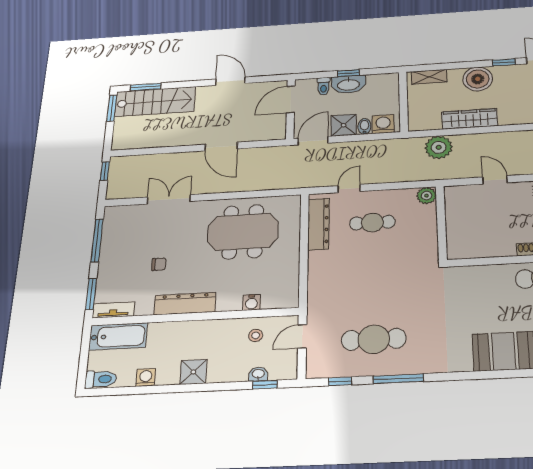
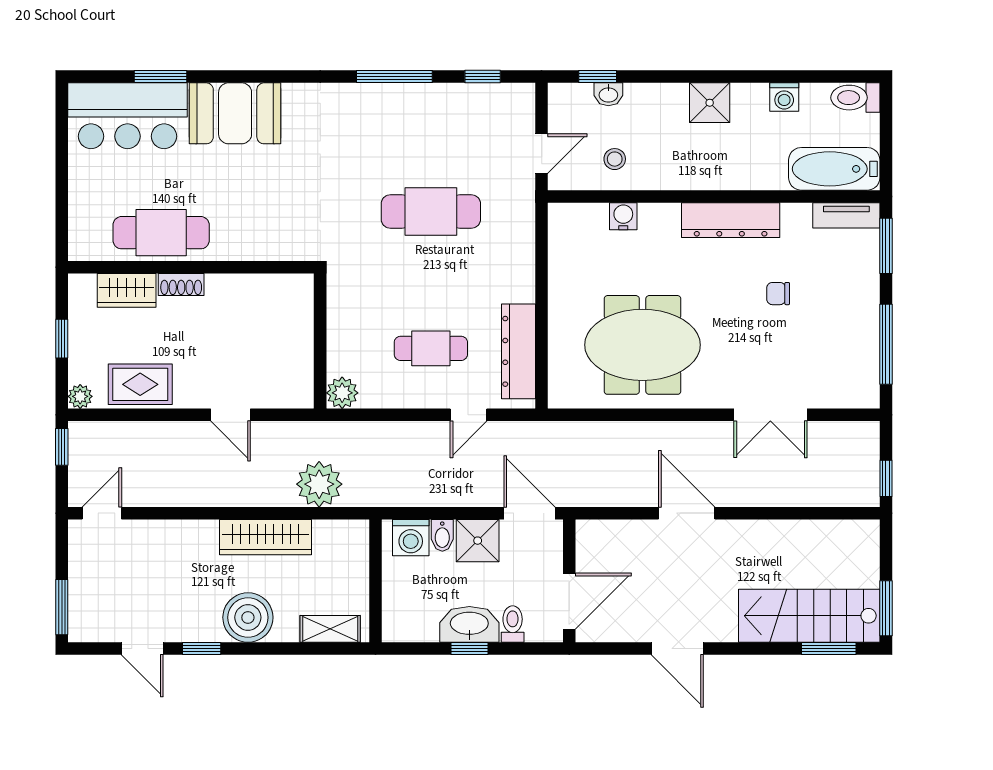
door: (313, 141) -> (529, 513), swing flipped
cafe table: (374, 339) -> (431, 211), moved

